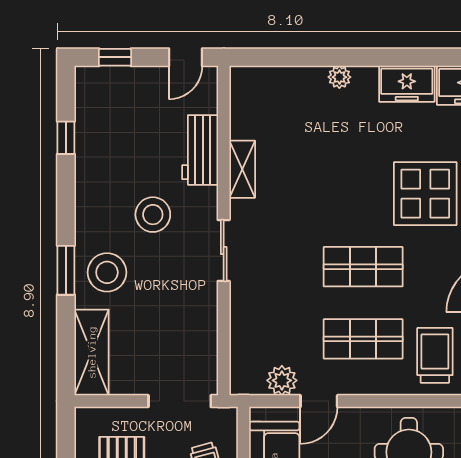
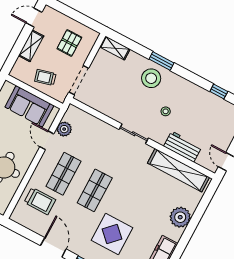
plant: (339, 77) -> (180, 217), width x1.88, depth x1.88
shelving: (242, 169) -> (178, 170), width x2.20, depth x1.33
stool: (153, 215) -> (166, 111), width x0.53, depth x0.53
shelving: (92, 352) -> (115, 48), width x0.67, depth x0.75

